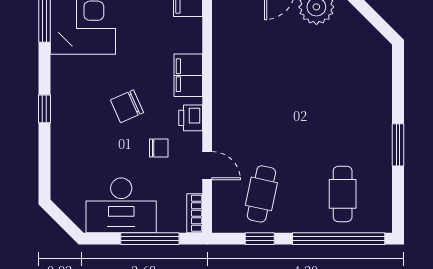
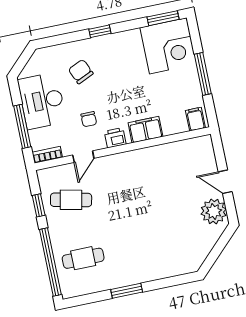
chair: (127, 106) -> (81, 72), moved

